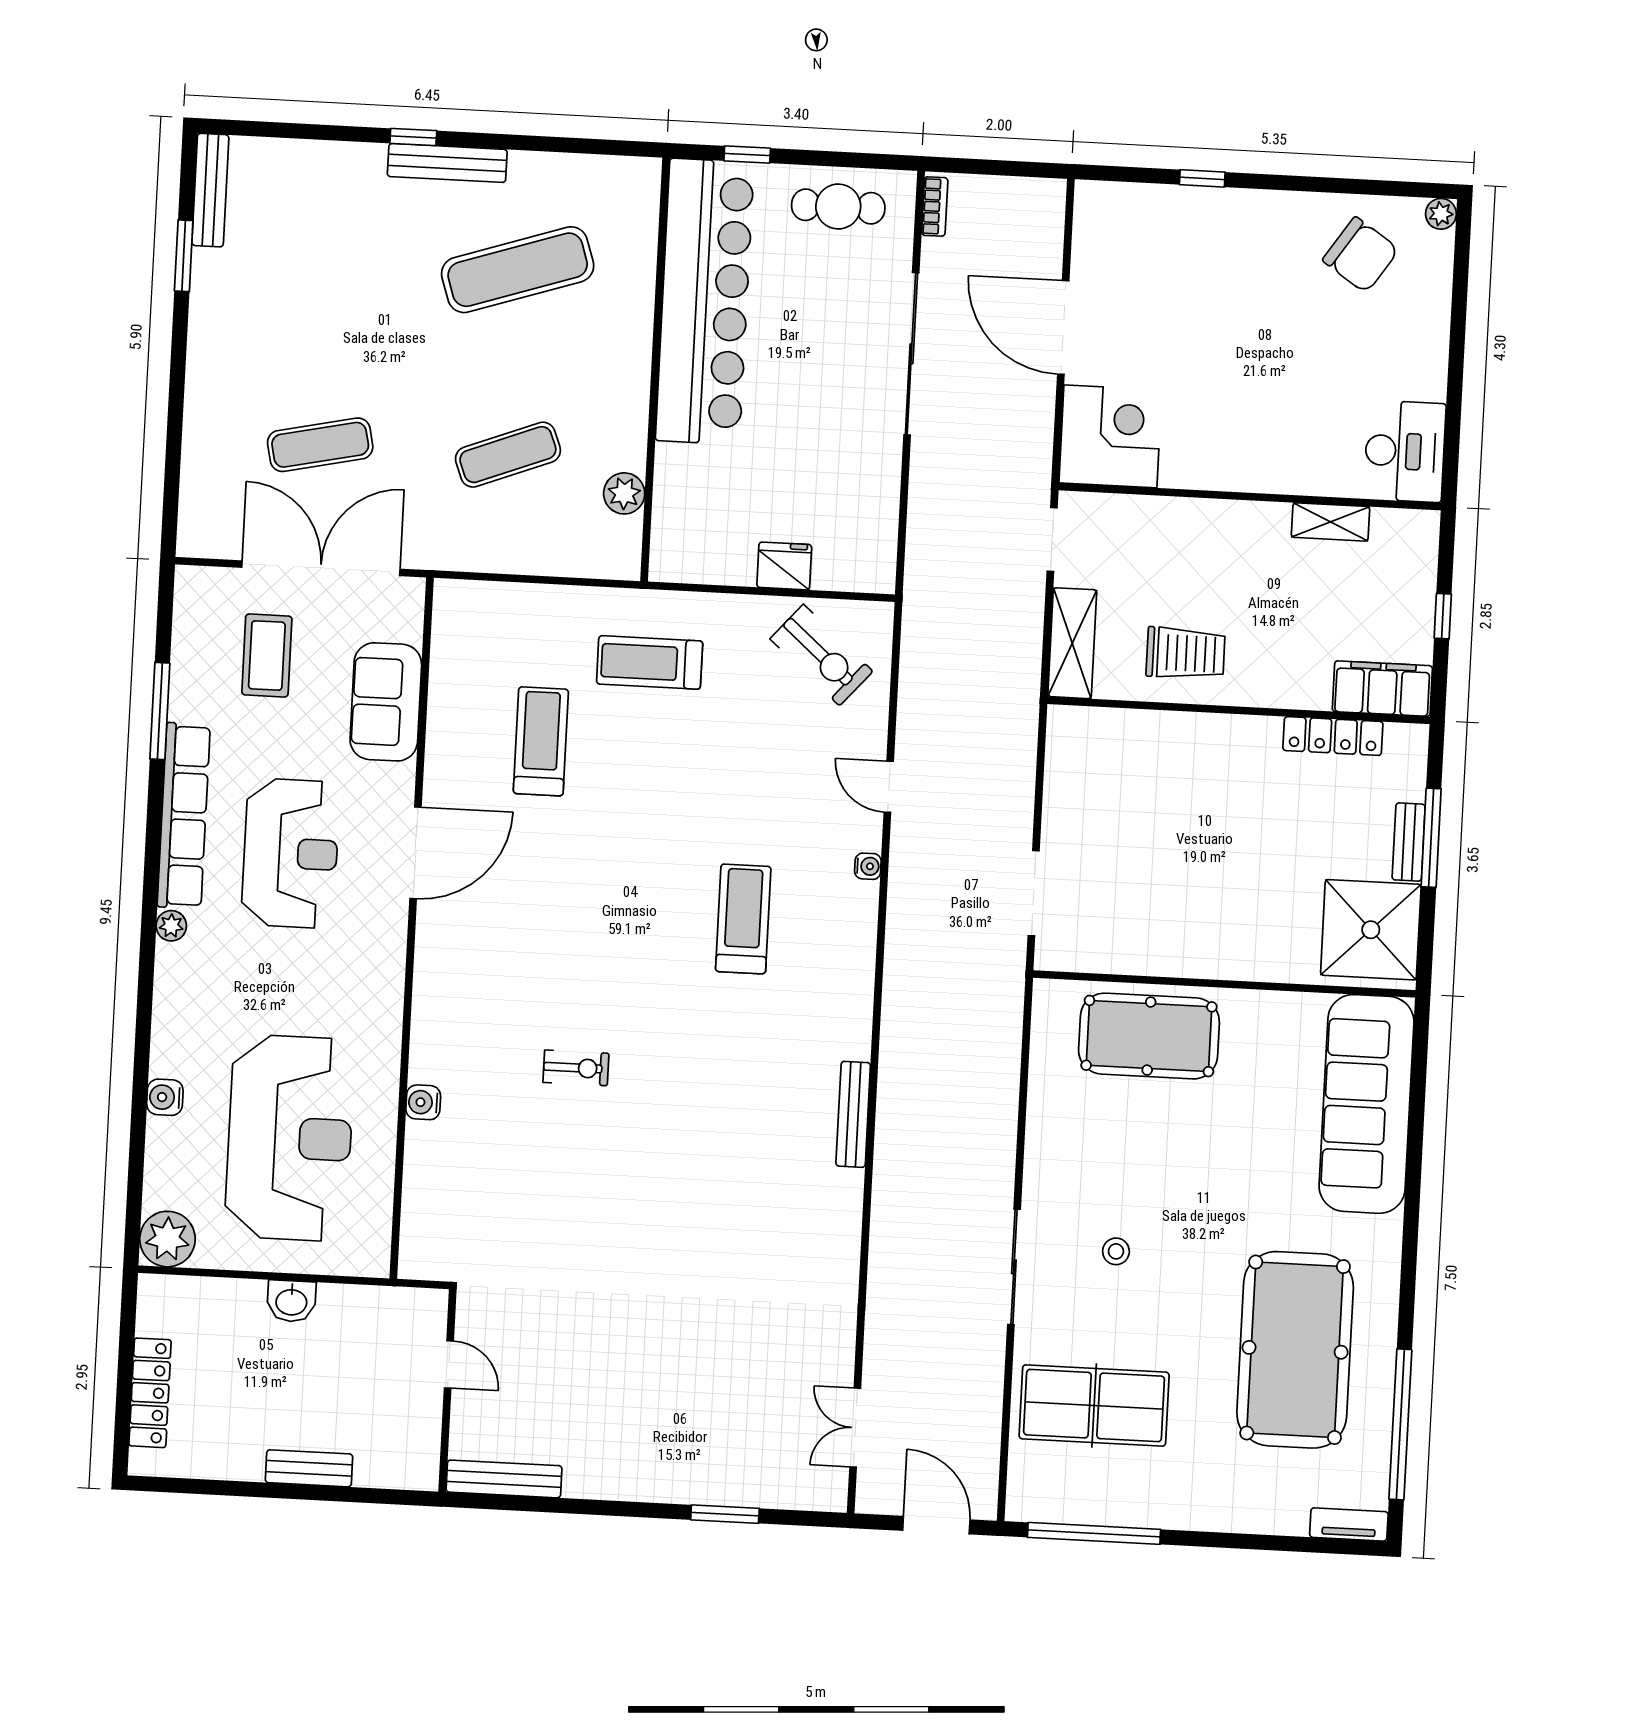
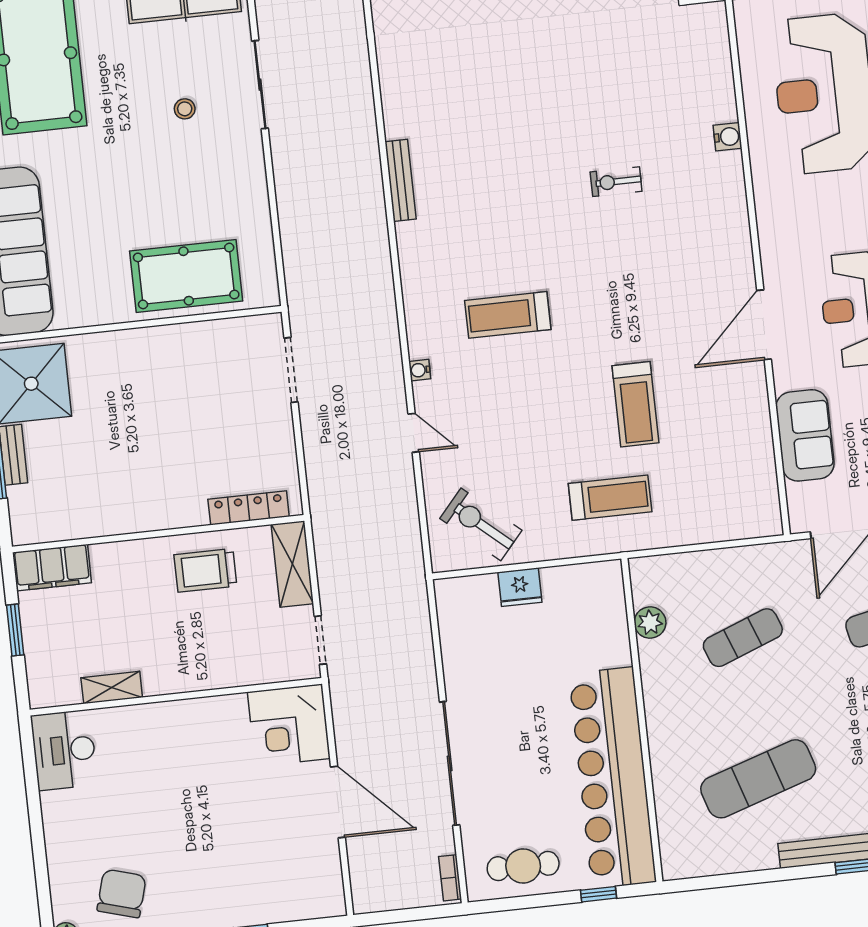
chair: (1361, 255) -> (122, 893), turned 72
window: (1443, 616) -> (15, 630), width x1.50
locker: (1333, 736) -> (249, 508), moved
treadmill: (541, 741) -> (635, 404), moved
treadmill: (743, 919) -> (508, 315), turned 90

